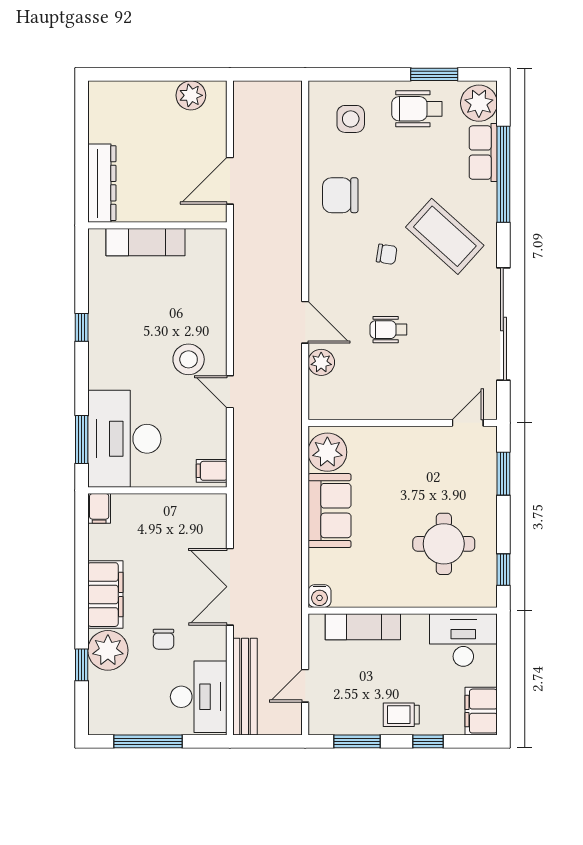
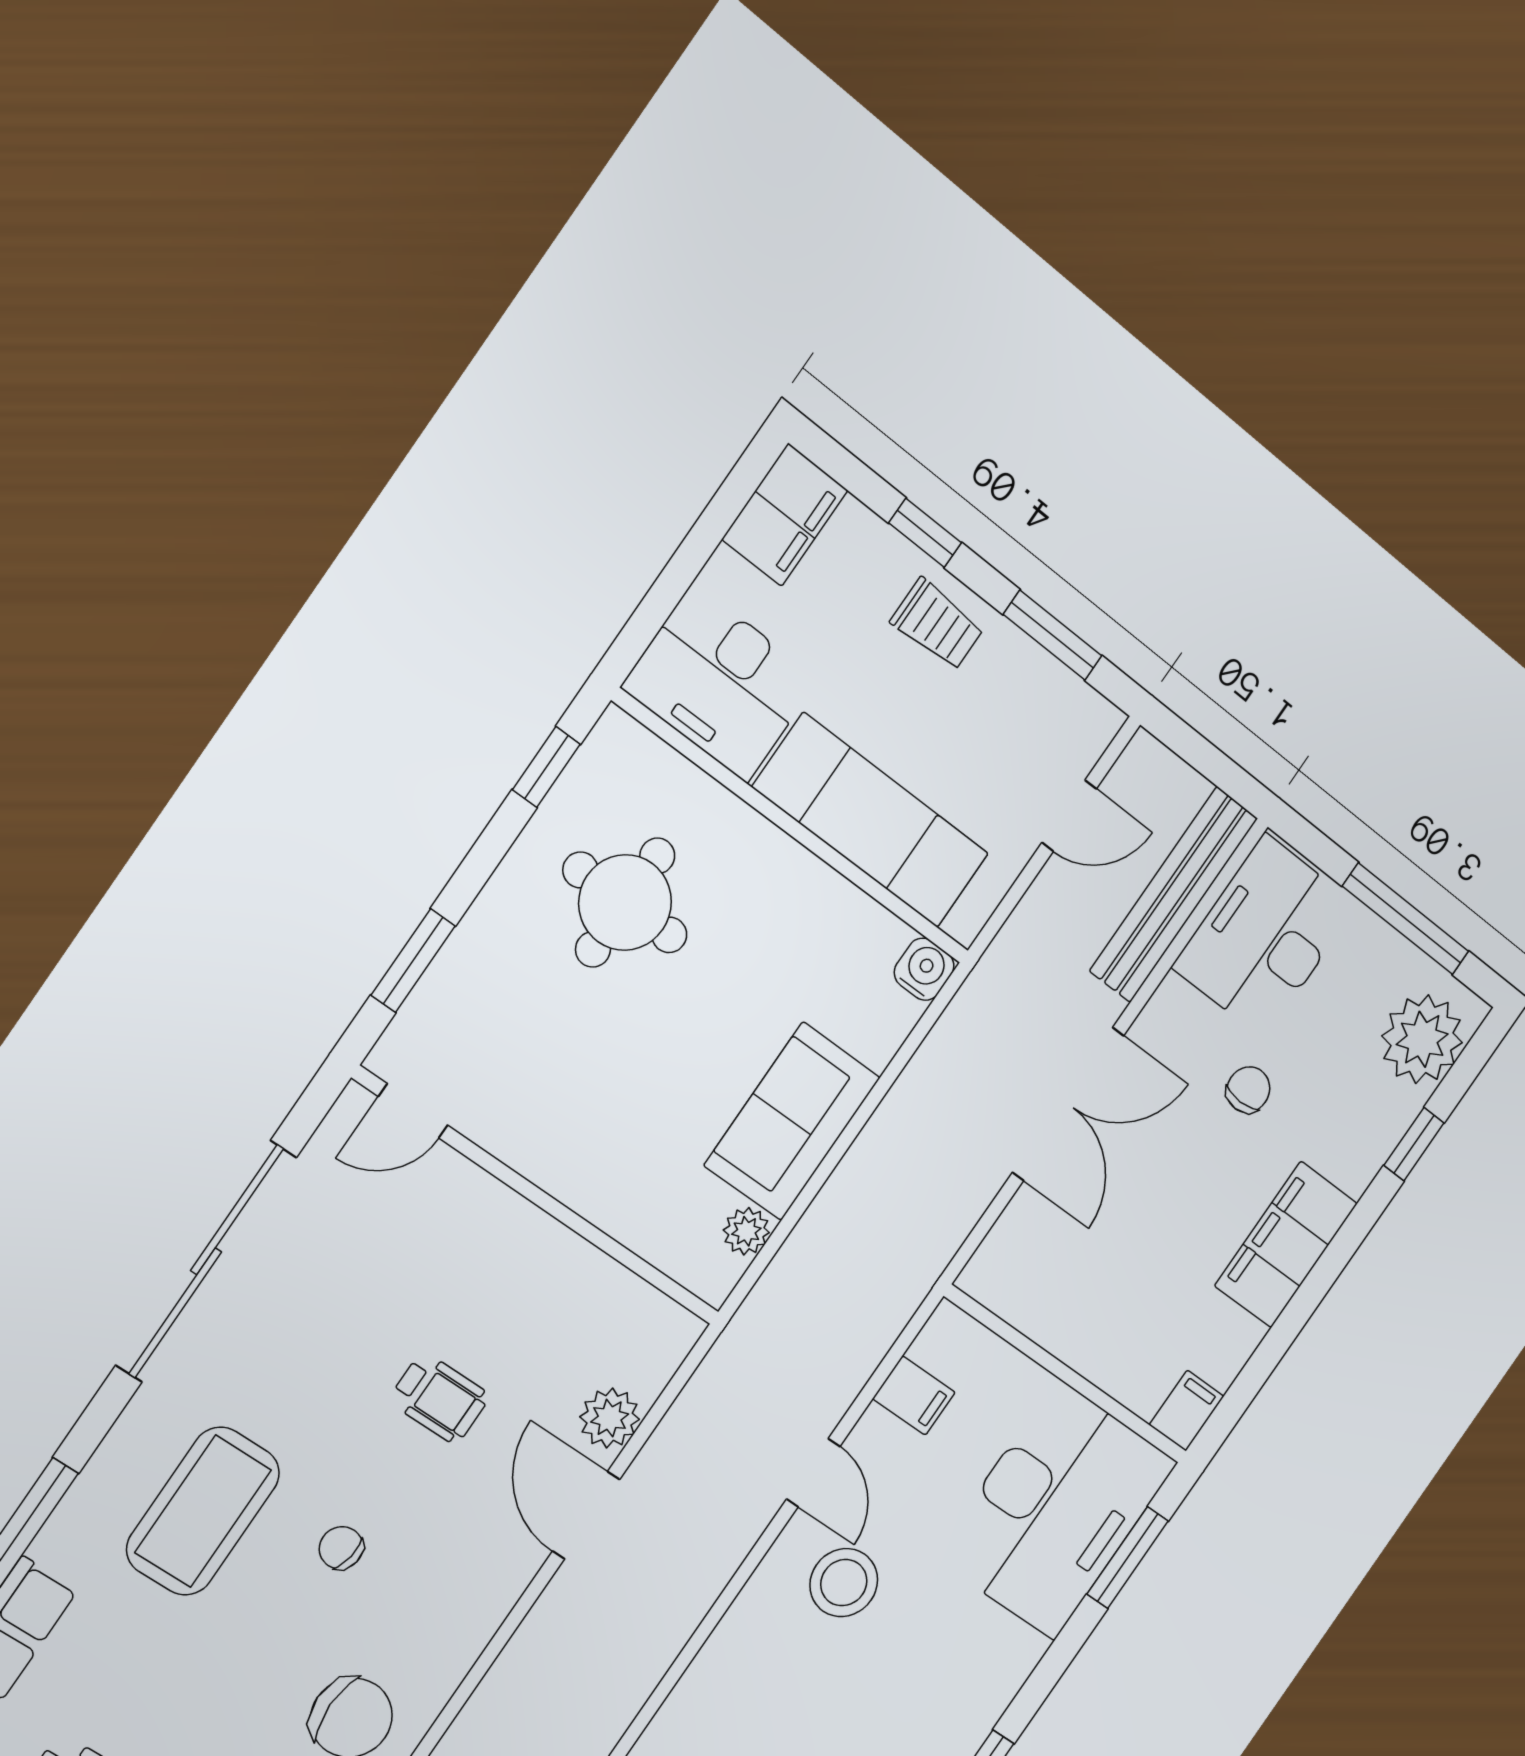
coffee table: (445, 236) -> (203, 1511), turned 48
plant: (327, 452) -> (746, 1231), width x0.53, depth x0.53
filing cabinet: (212, 471) -> (914, 1396), moved
exam couch: (363, 627) -> (871, 821), width x1.36, depth x1.45
plant: (108, 650) -> (1422, 1039), moved

